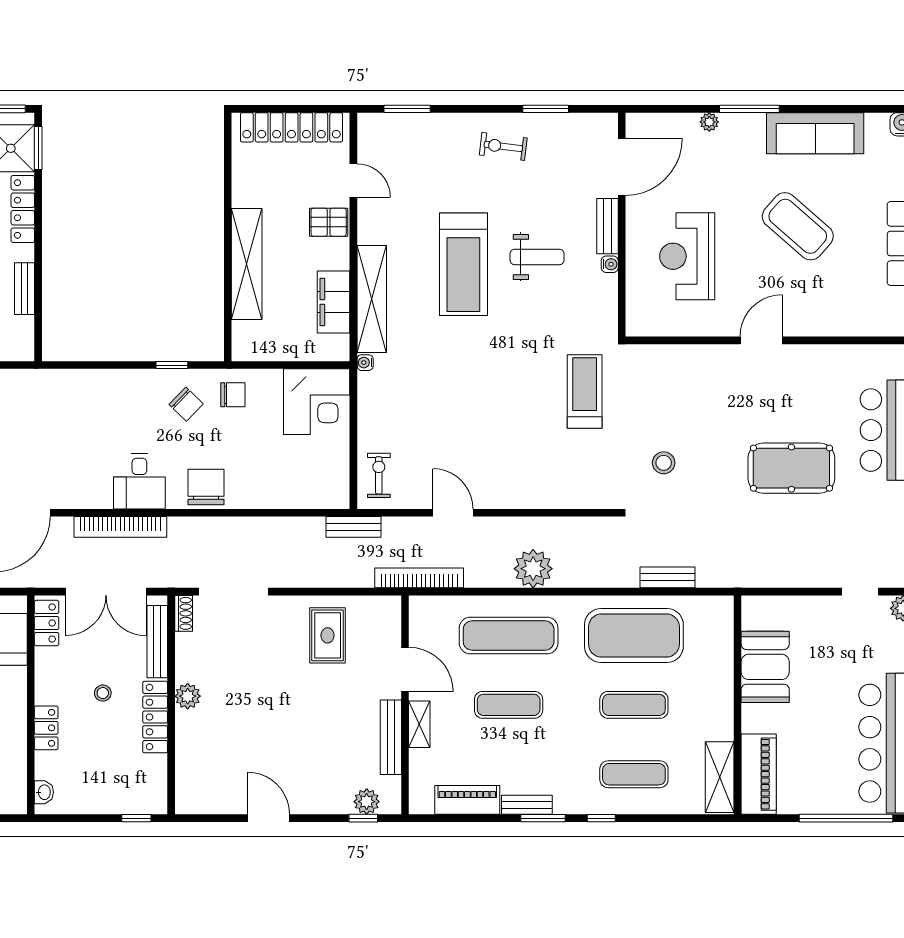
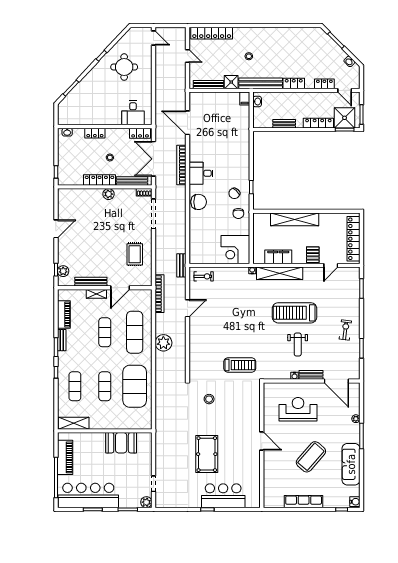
bench: (668, 577) -> (160, 401), removed
rug: (328, 635) -> (135, 254), turned 90
piano: (759, 774) -> (65, 457), moved, turned -90

